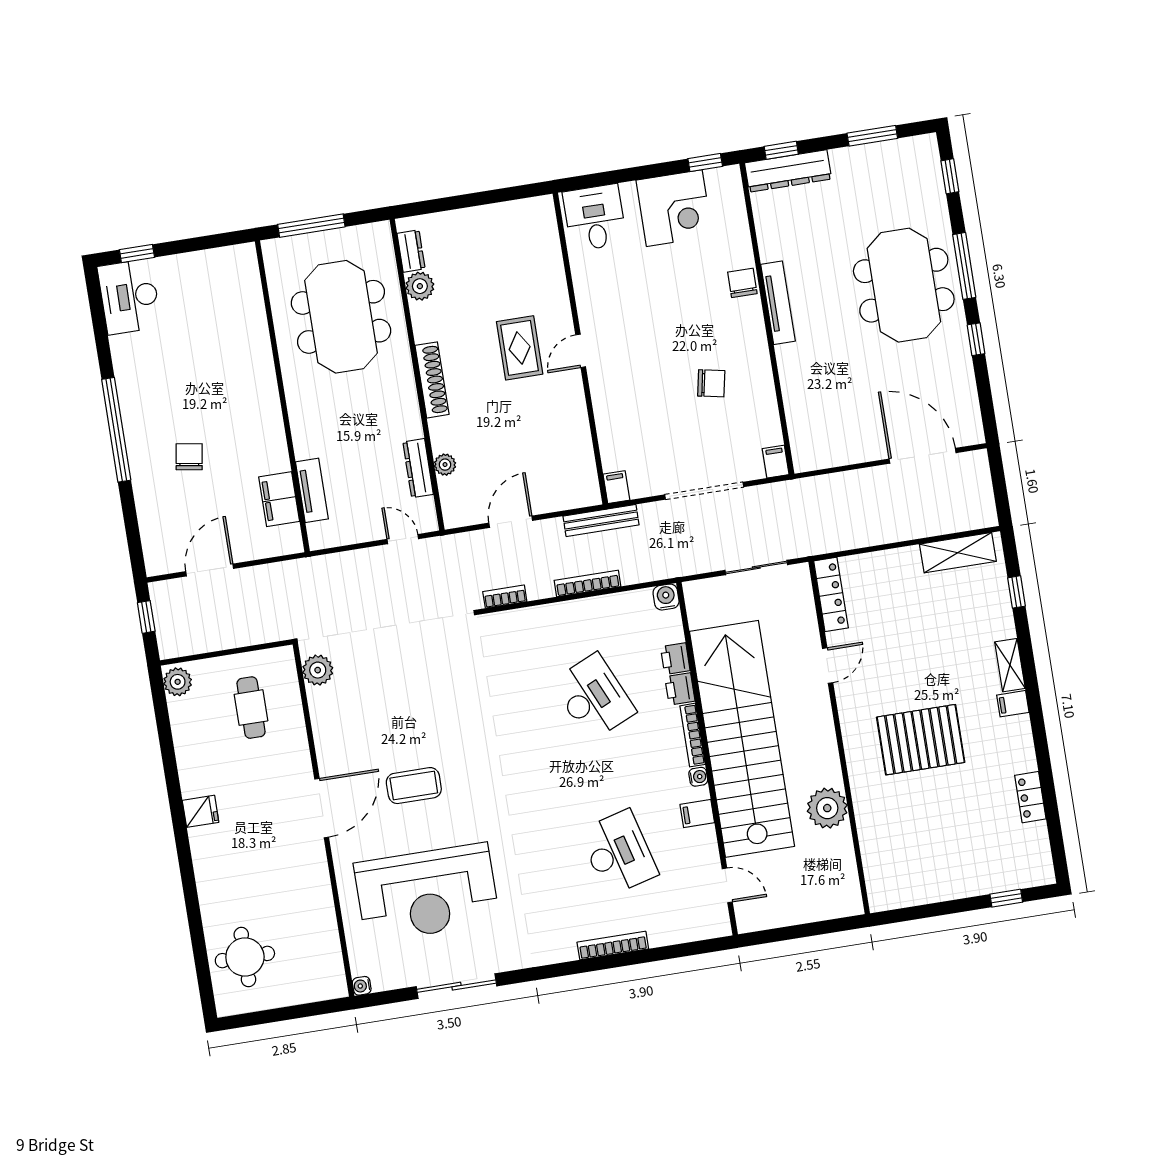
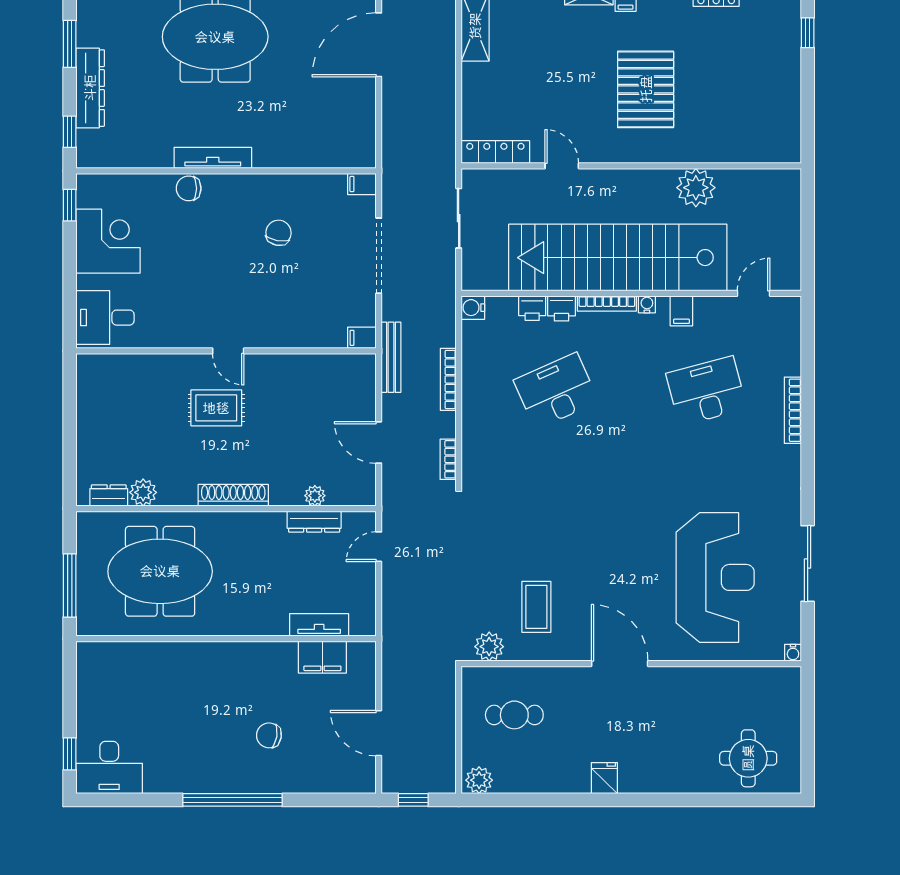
dresser: (788, 171) -> (90, 88), moved
coffee table: (414, 786) -> (536, 607), moved

